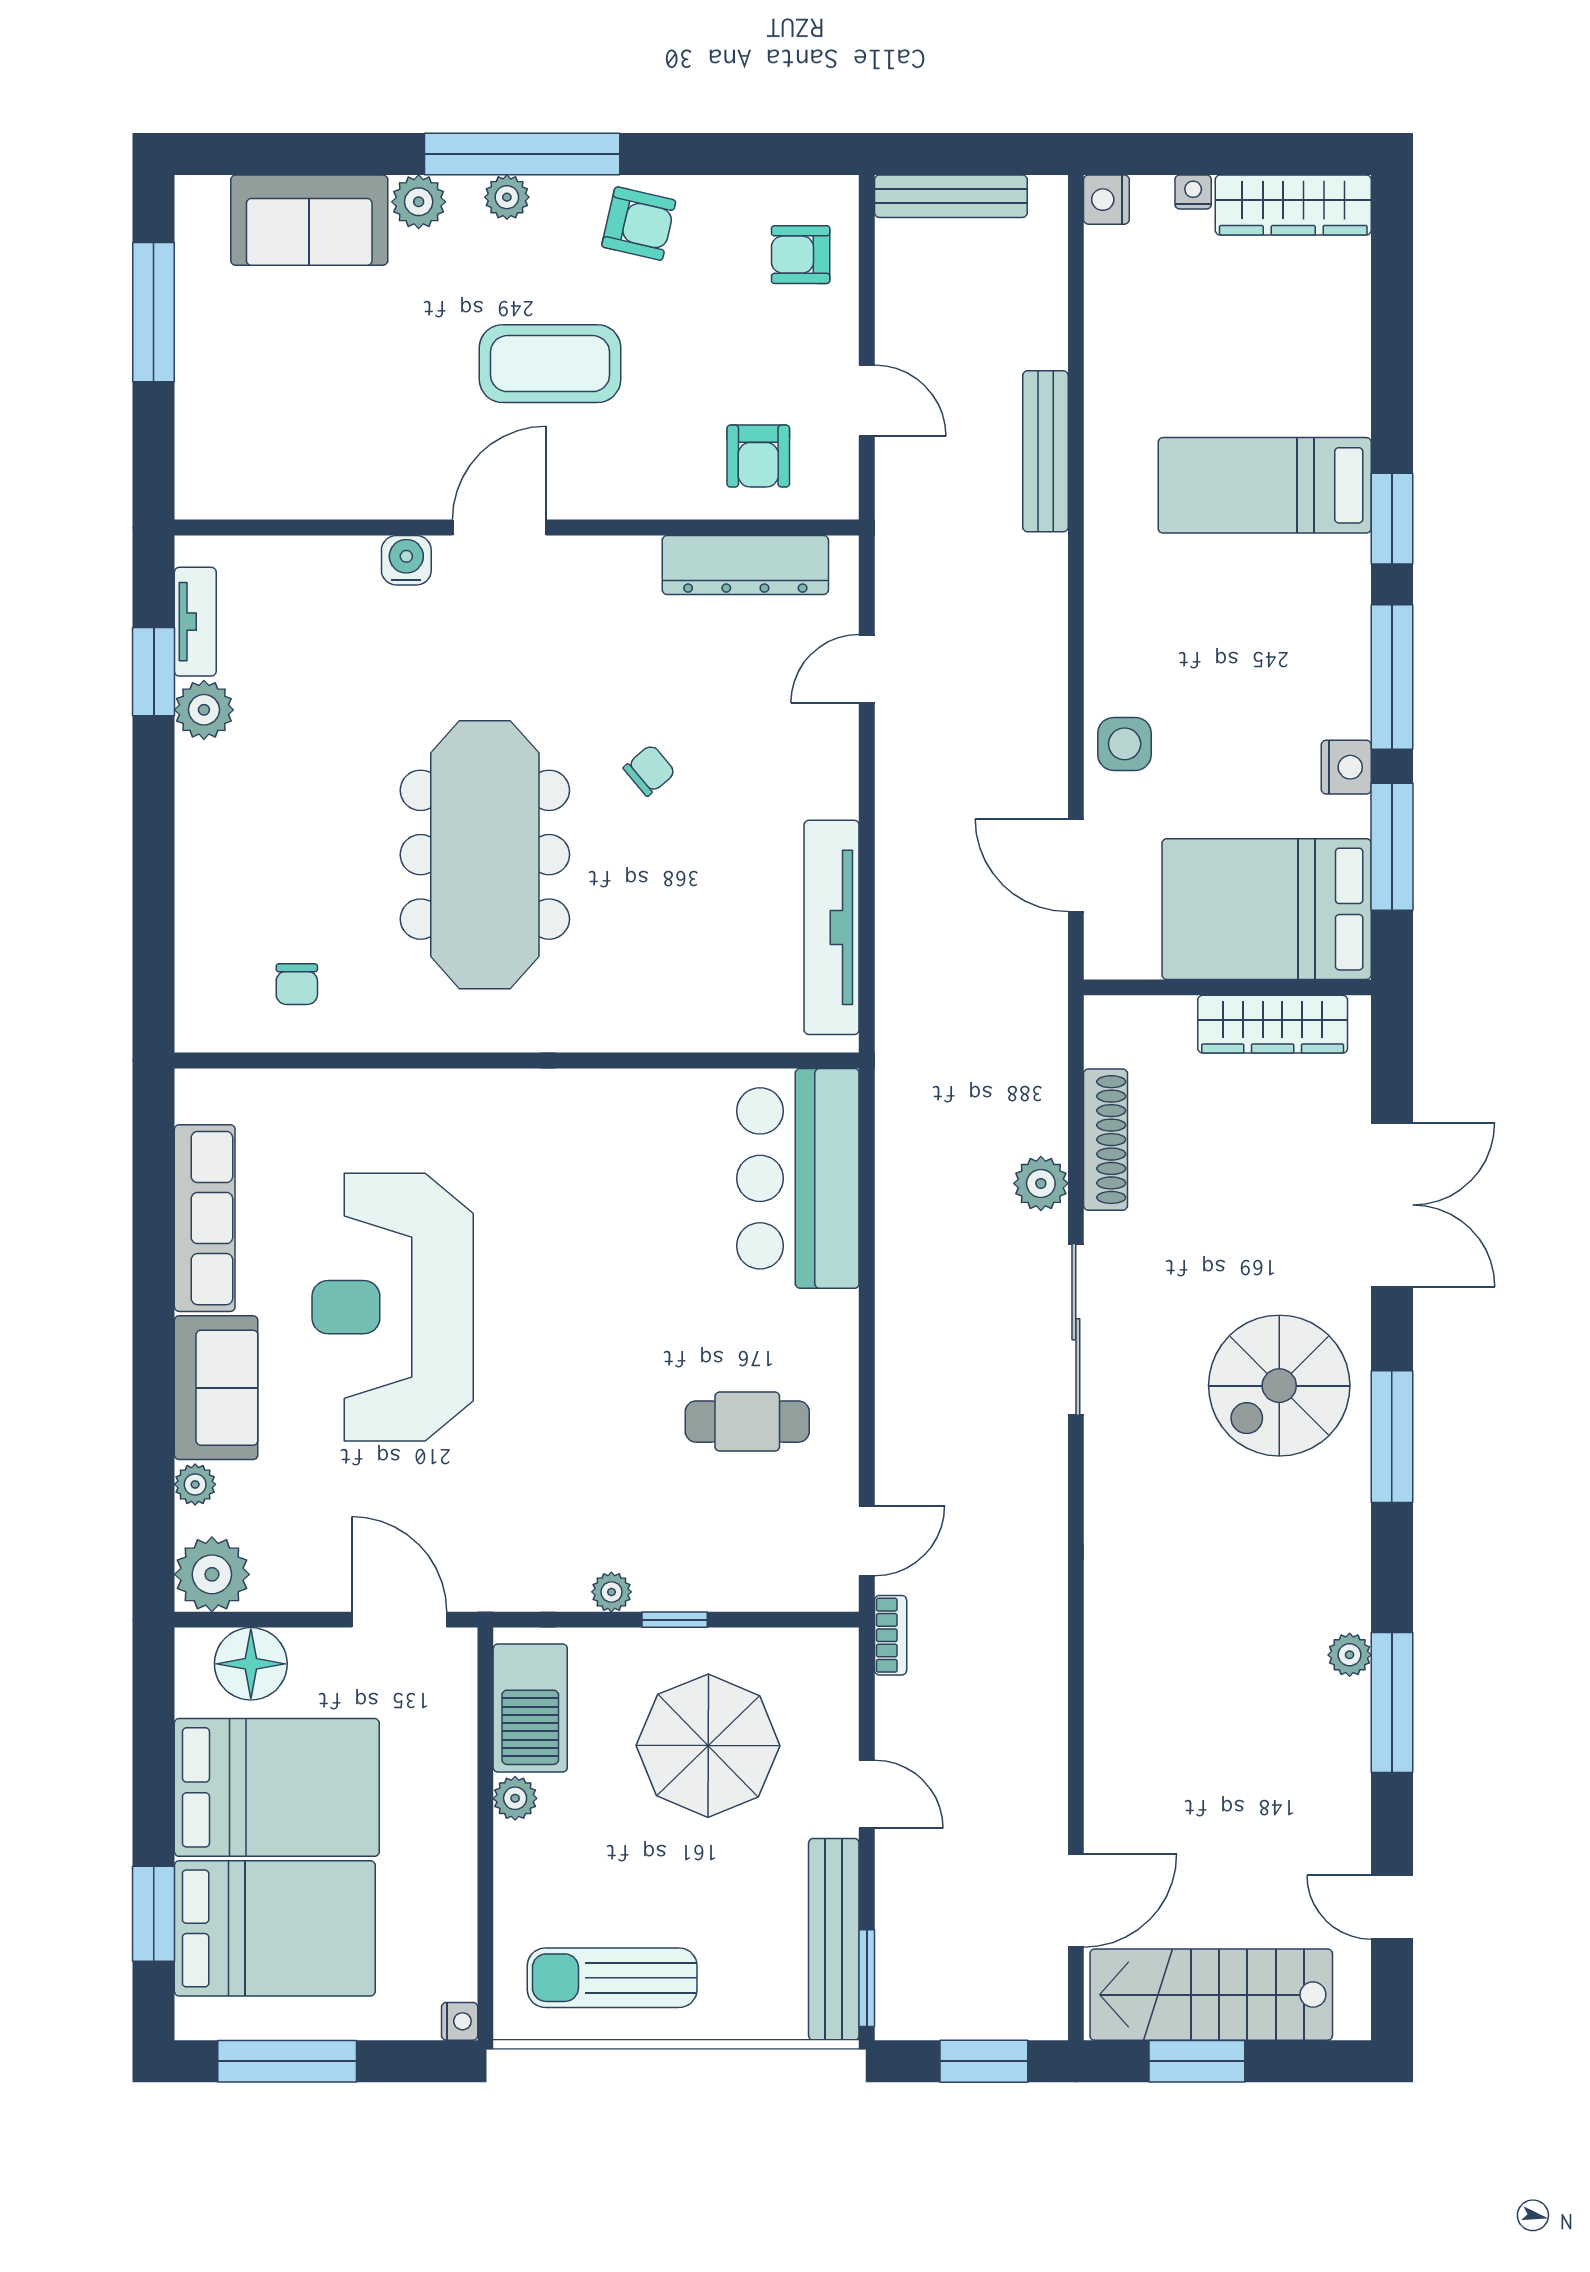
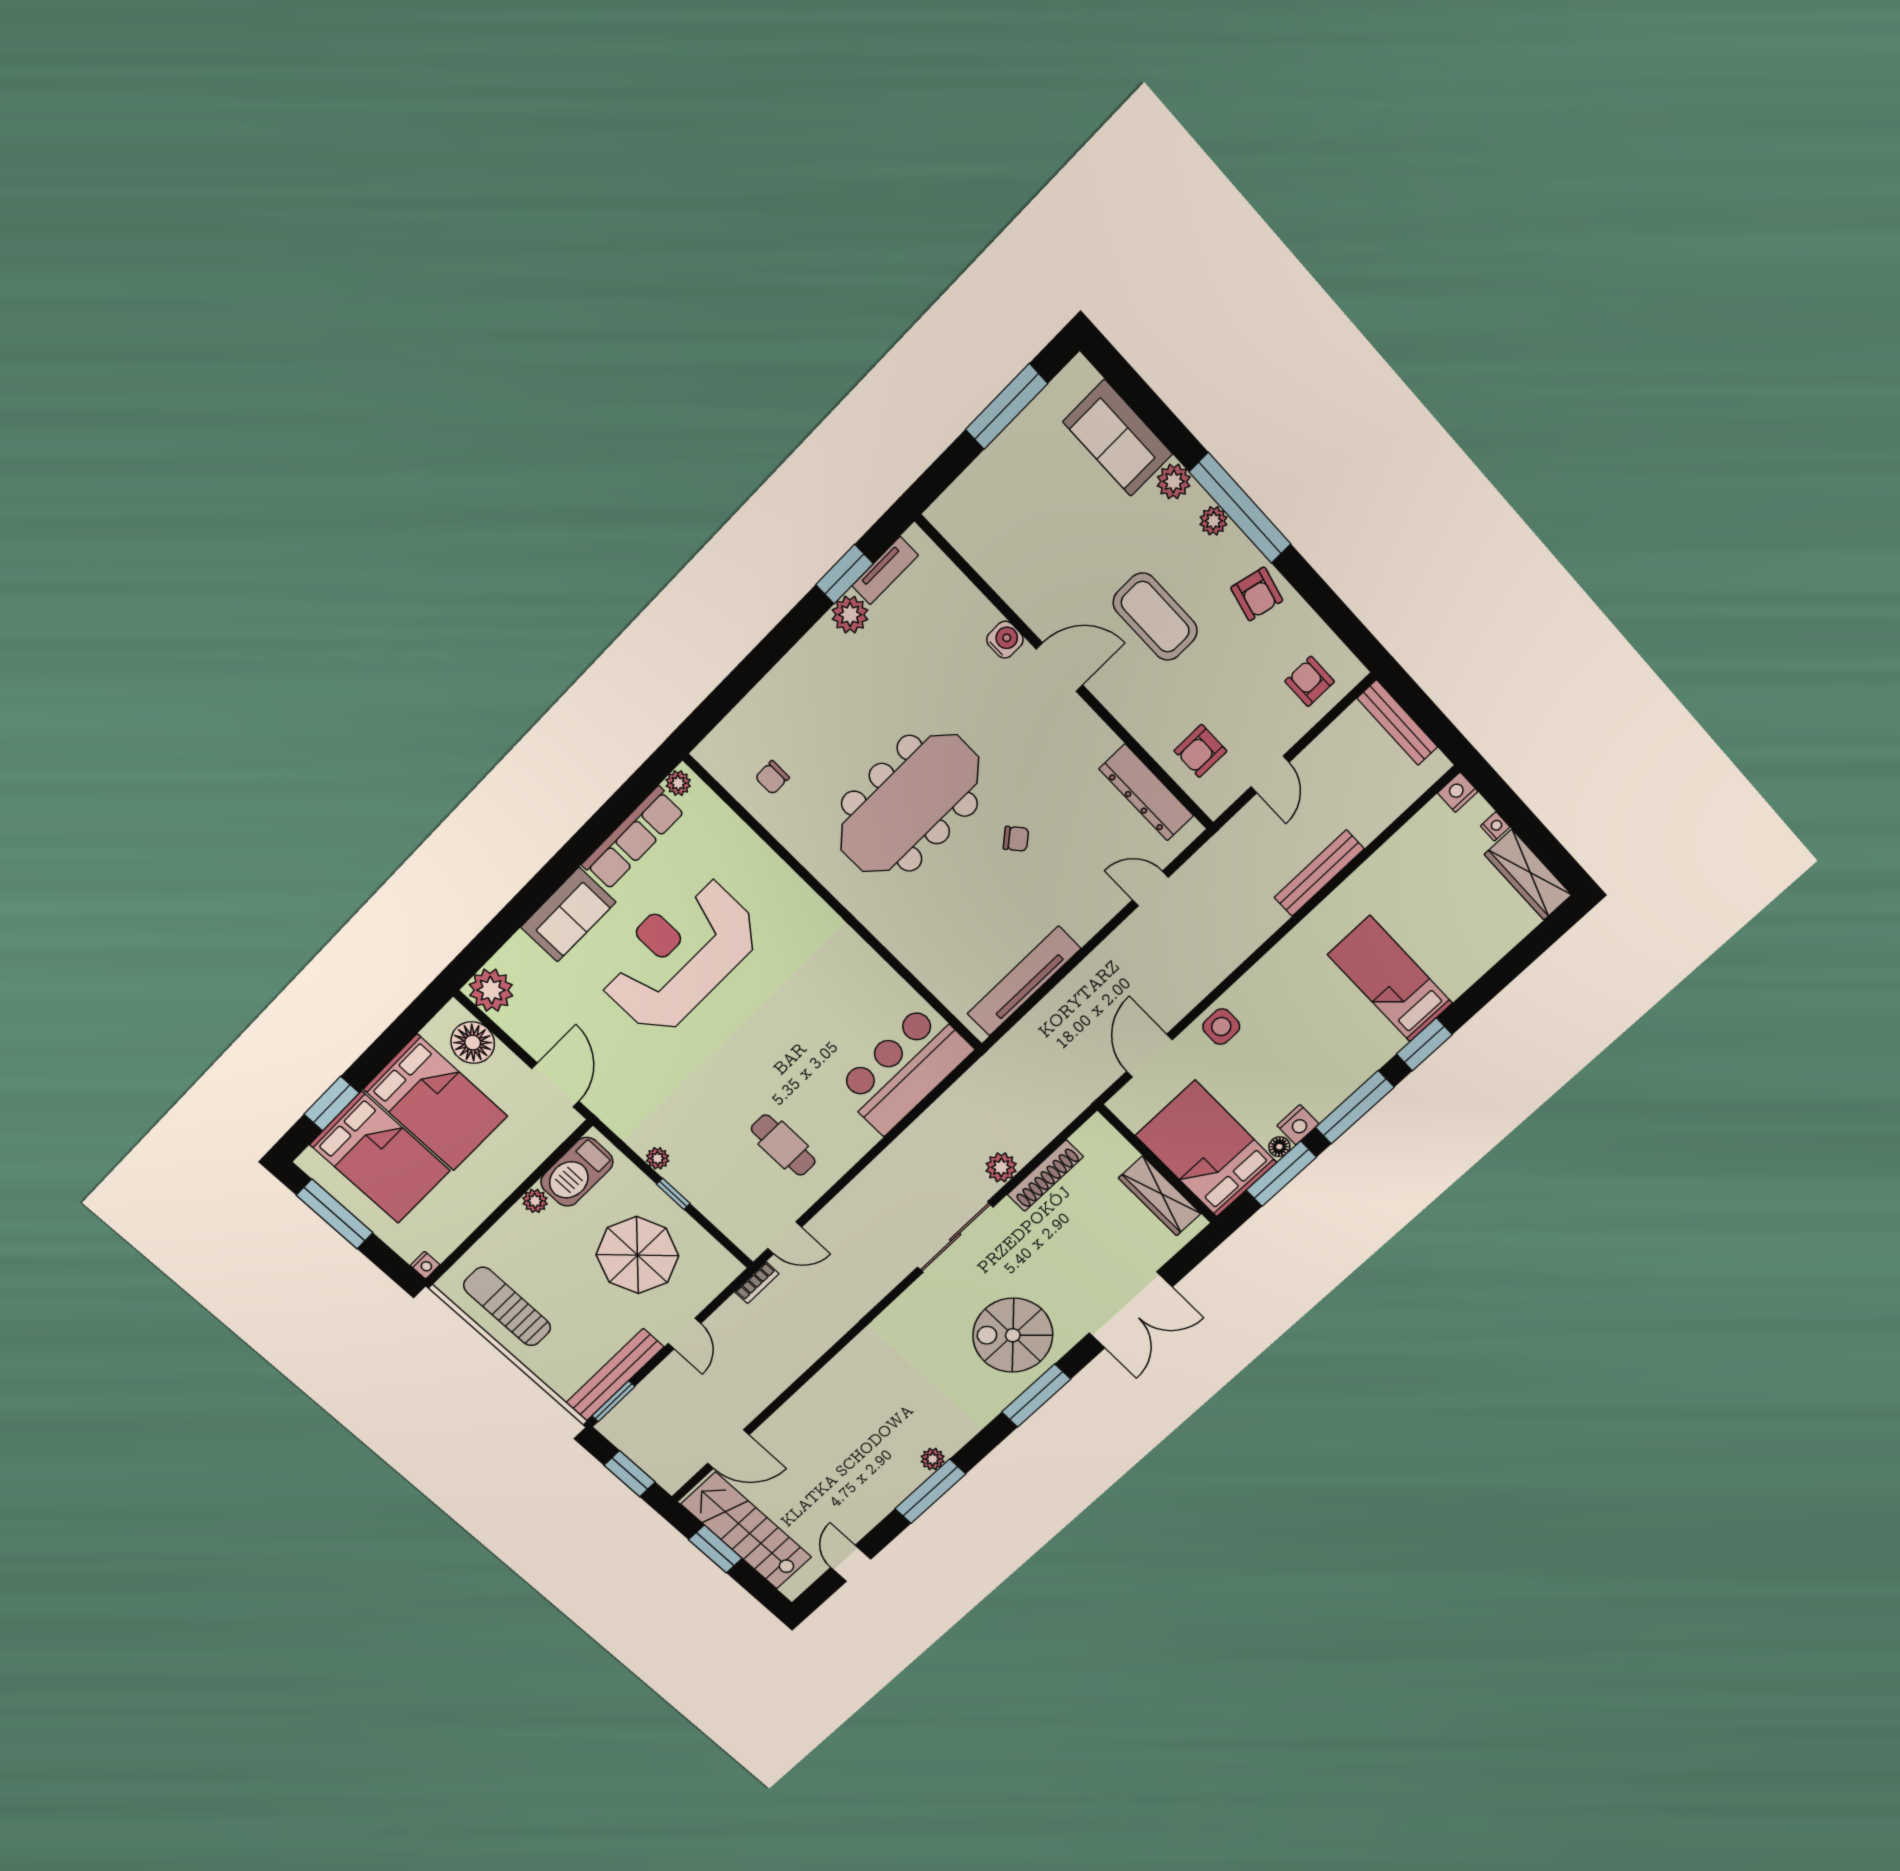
floor lamp: (1353, 816) -> (1279, 1147), added
plant: (195, 1484) -> (678, 783), moved

